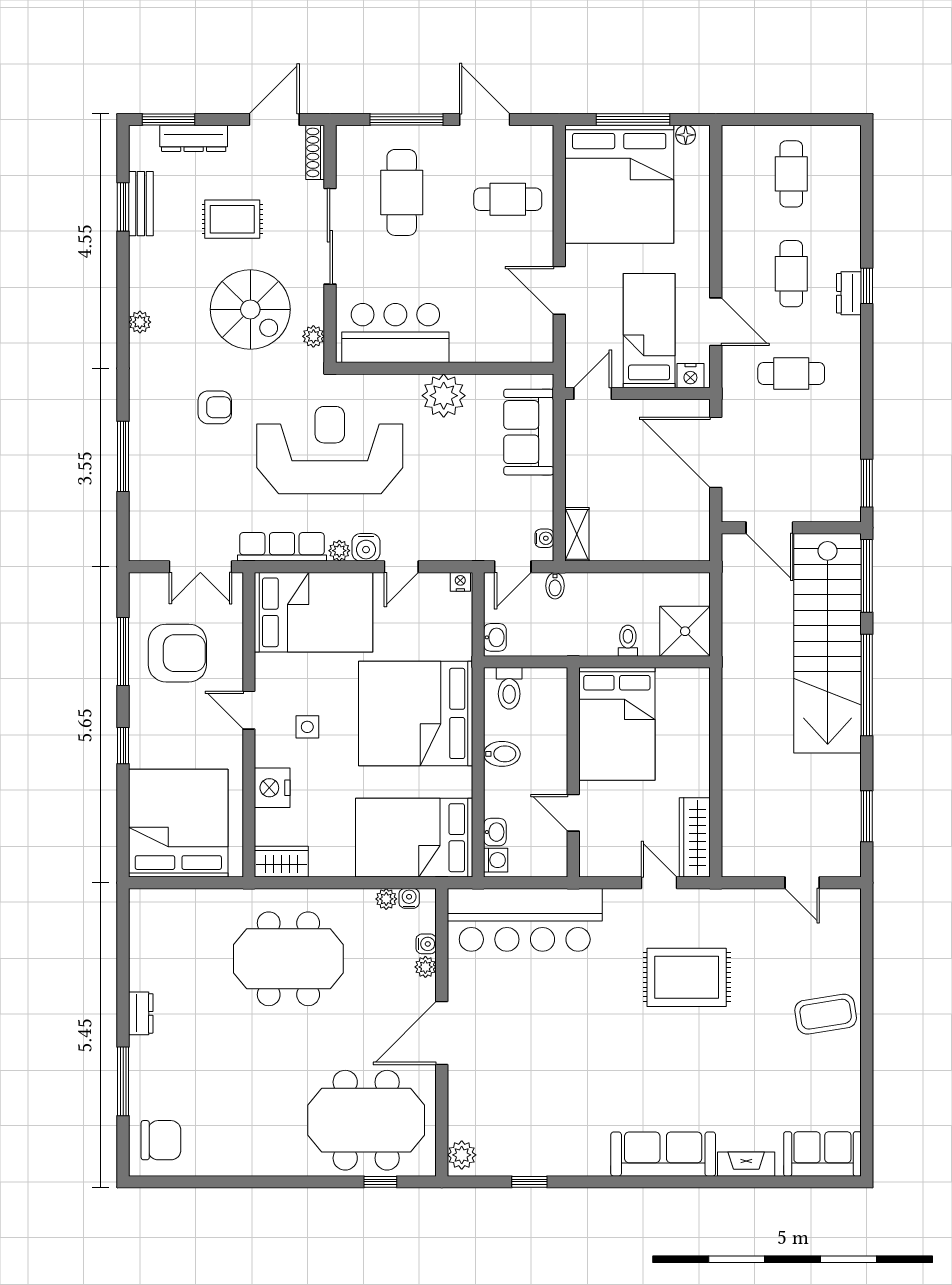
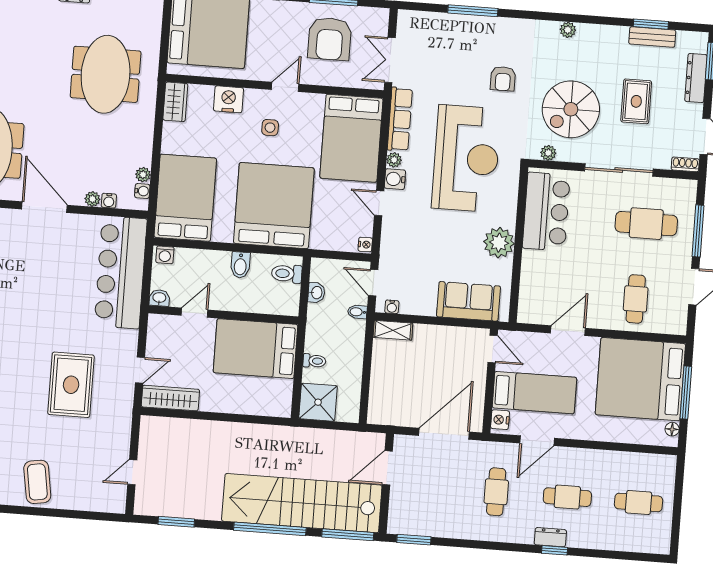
shoe rack: (315, 152) -> (685, 164), width x0.70
washbasin: (495, 637) -> (316, 293), moved, turned -90
washbasin: (495, 832) -> (159, 298), moved, turned 180
meeting table: (288, 959) -> (106, 74), moved

